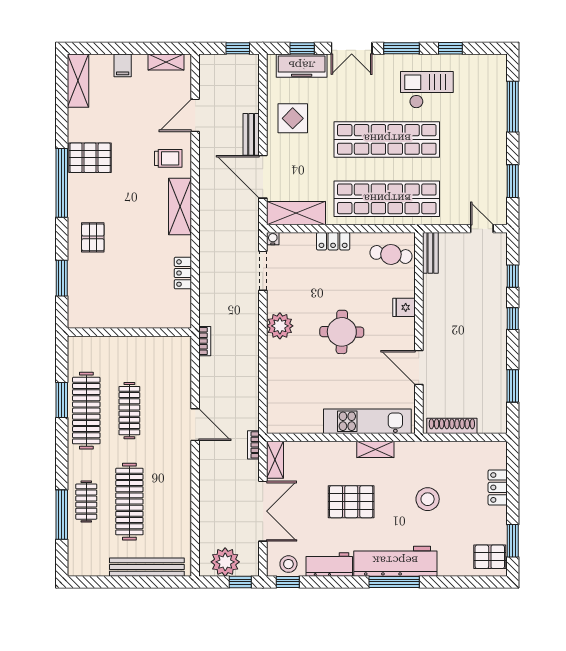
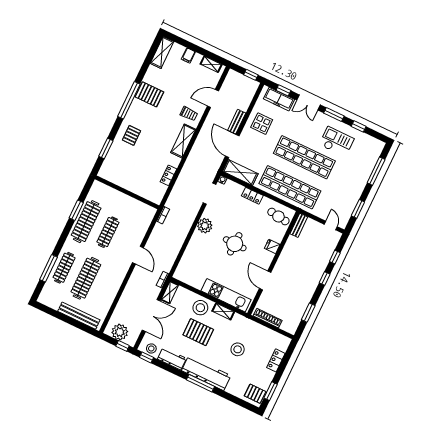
stool: (336, 461) -> (200, 308), added
clothes rail: (86, 502) -> (64, 268), width x1.36

